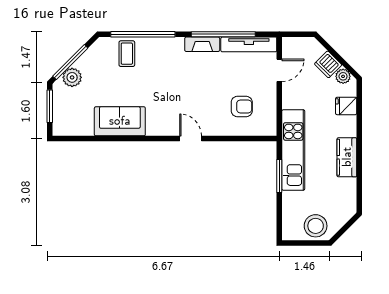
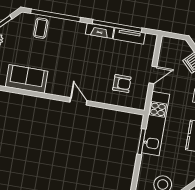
tv unit: (249, 44) -> (129, 36), width x0.71
door: (279, 70) -> (153, 75), moved

